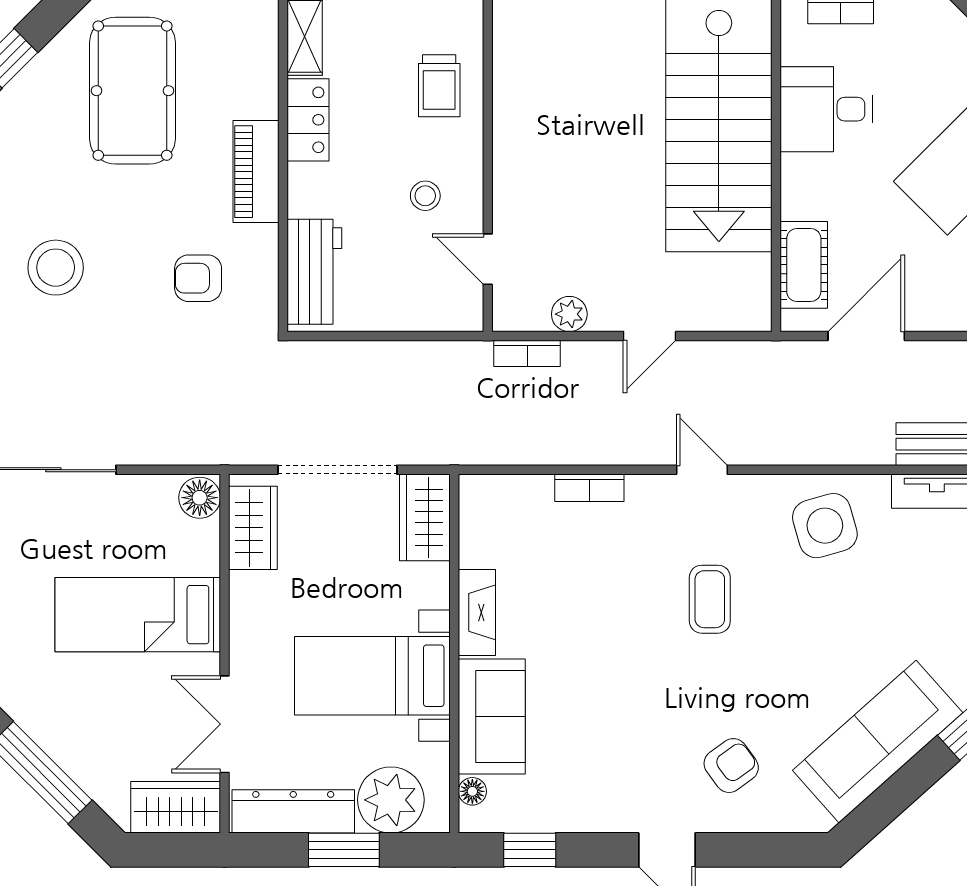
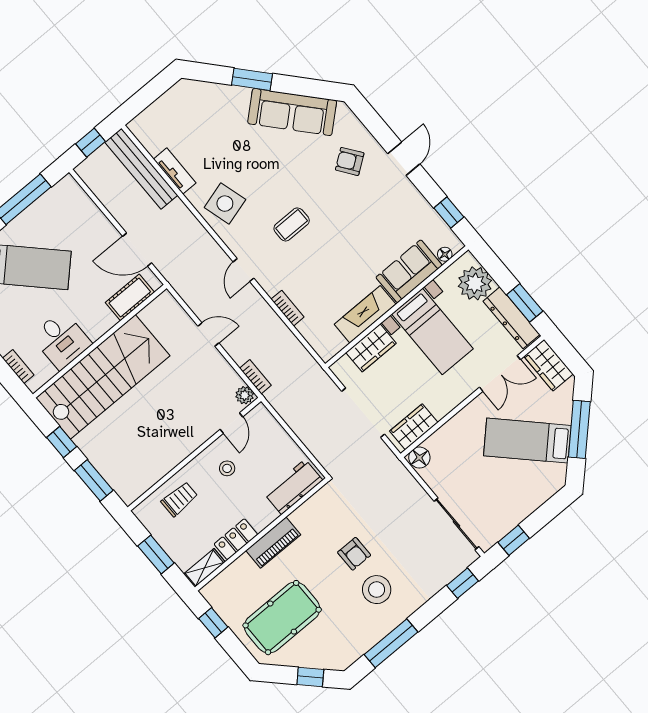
armchair: (198, 278) -> (354, 554), moved
plant: (569, 314) -> (245, 395), moved
wardrobe: (425, 517) -> (371, 348), moved
fireplace: (477, 612) -> (365, 314), width x1.37, depth x1.32
bed: (138, 615) -> (527, 441), moved, turned 135
window: (344, 850) -> (525, 303), moved

